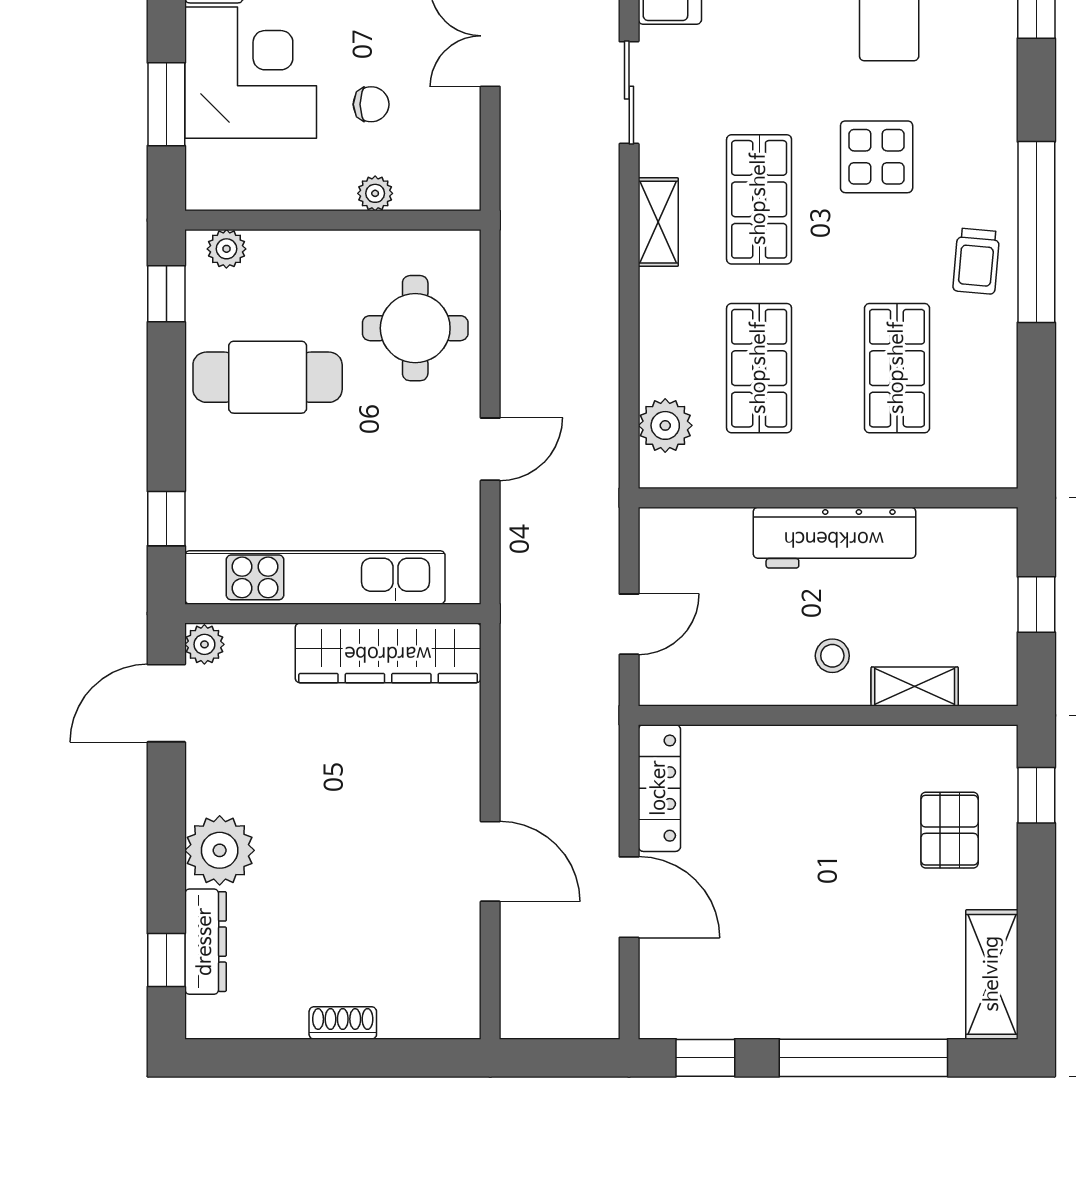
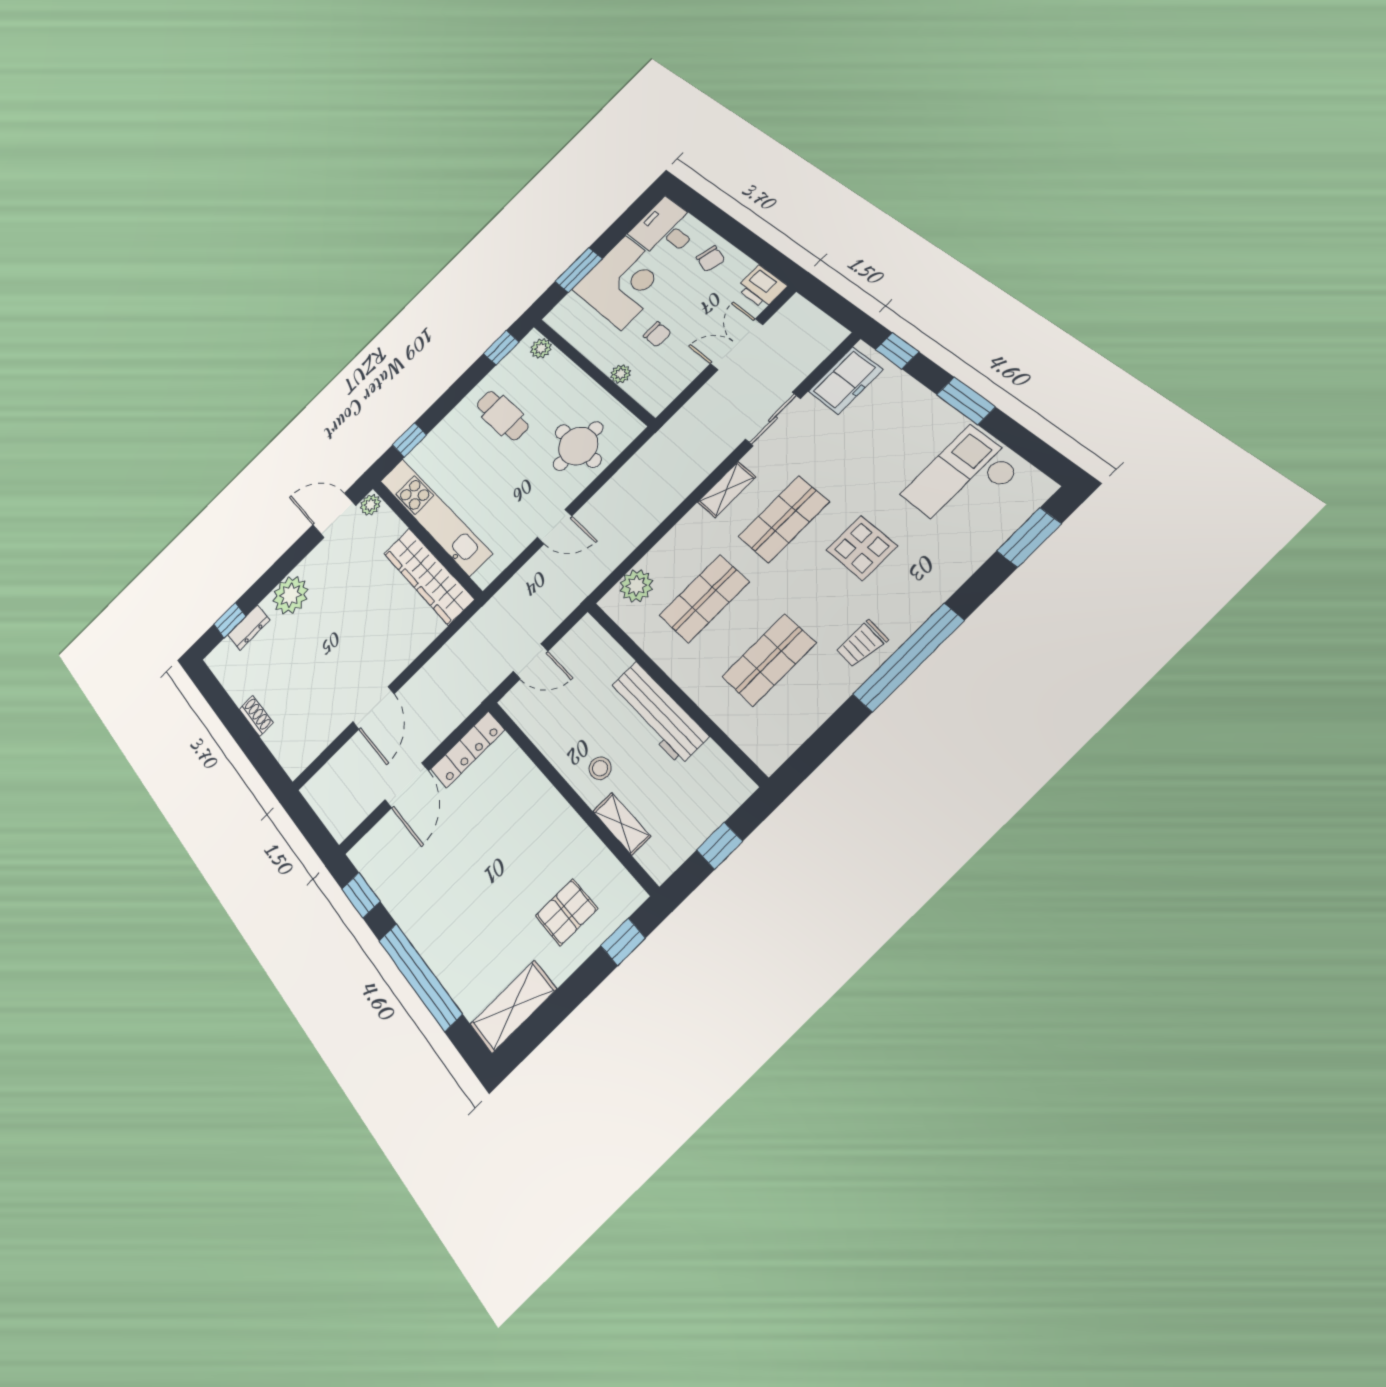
cafe table: (268, 377) -> (502, 416), width x0.73, depth x0.74
dresser: (205, 942) -> (249, 627), width x0.70

